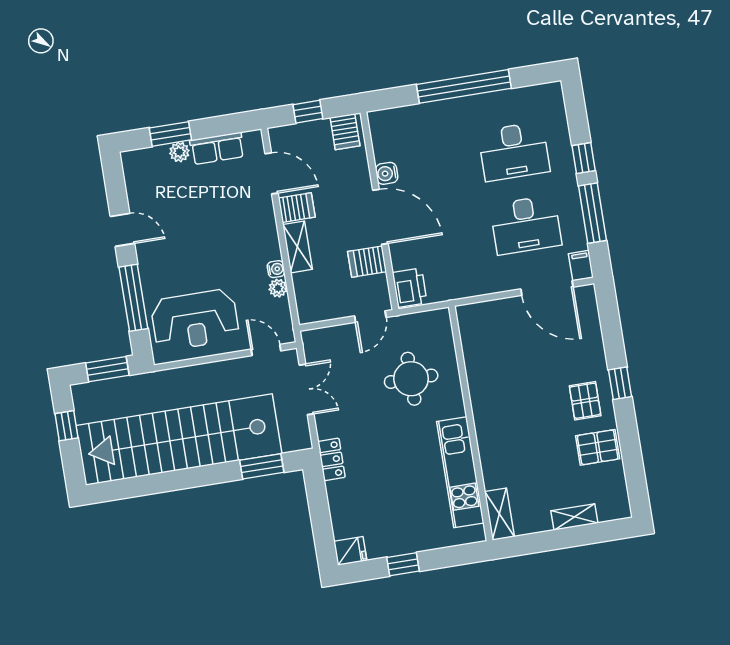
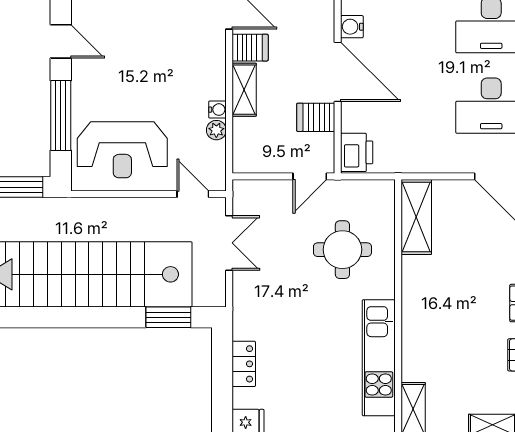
shelving: (474, 338) -> (416, 217), added
locker: (331, 459) -> (244, 364), moved

